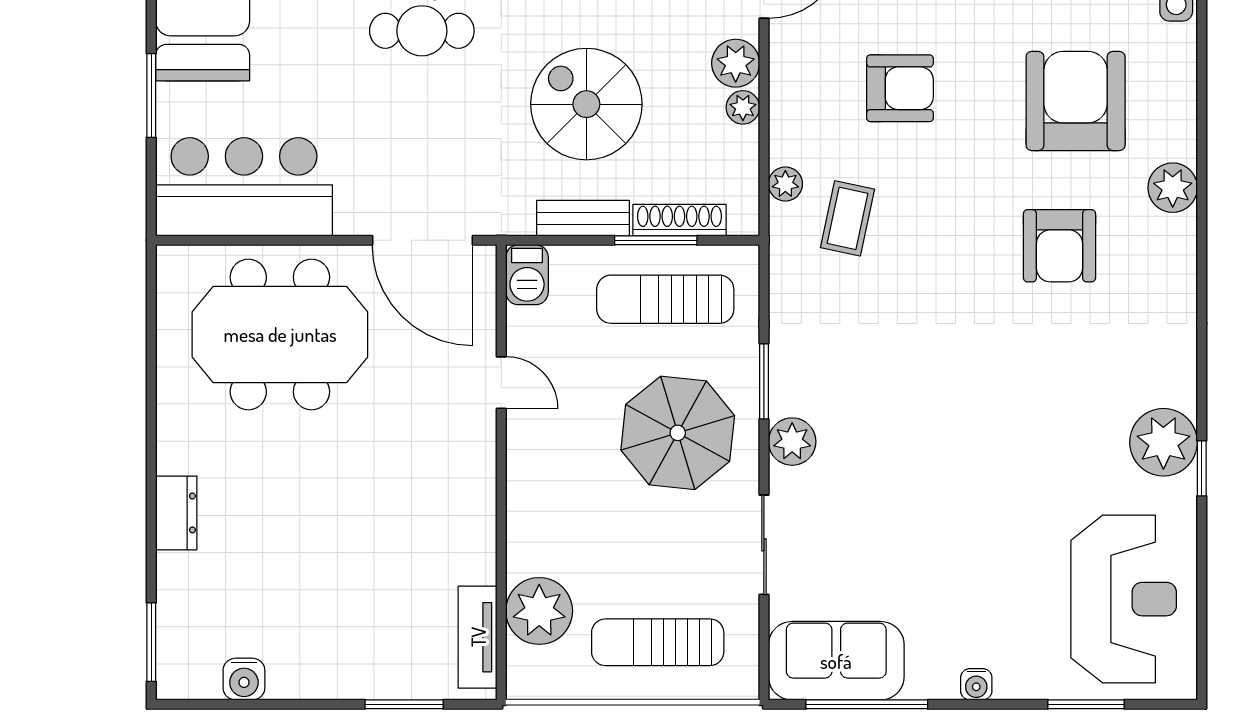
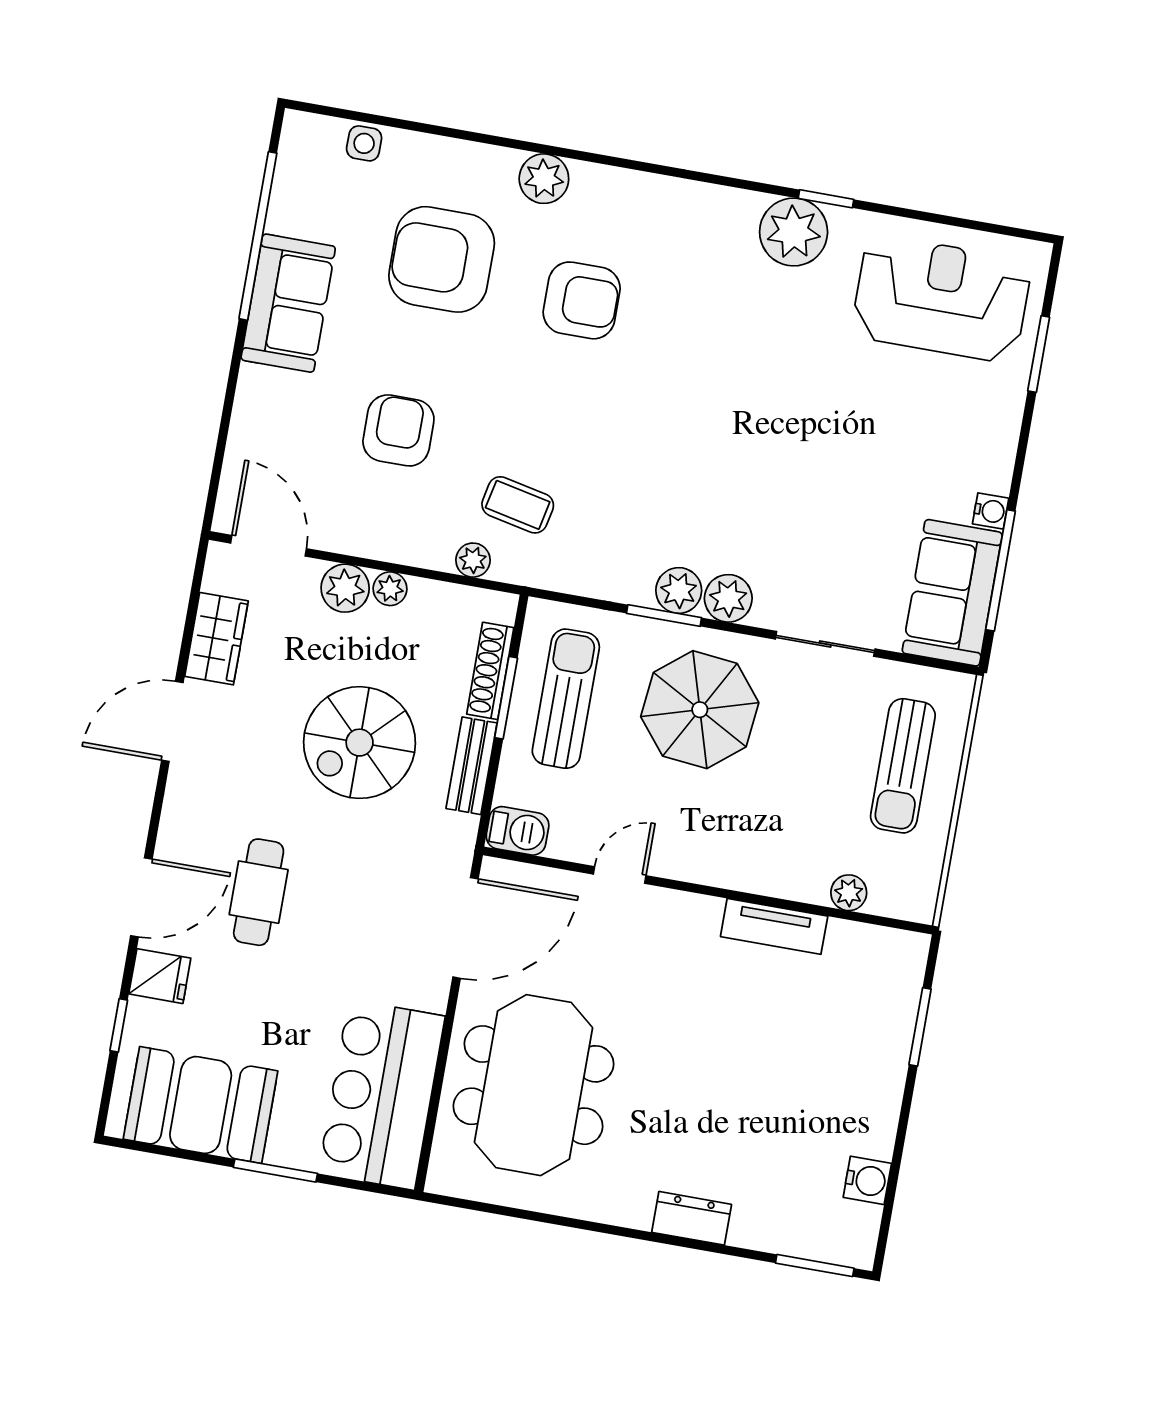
sun lounger: (665, 299) -> (566, 699), turned 180
plant: (791, 391) -> (679, 590), added
plant: (539, 611) -> (849, 893), width x0.53, depth x0.53
tv unit: (478, 637) -> (774, 926), moved
water cooler: (976, 684) -> (991, 511), moved

